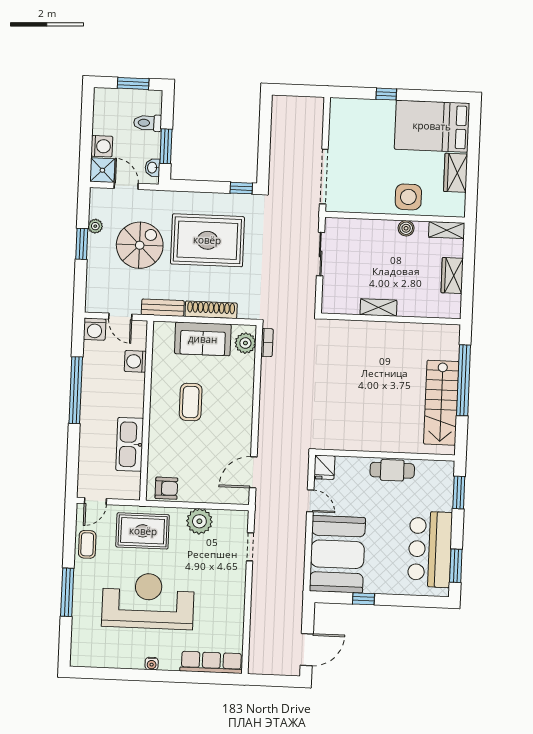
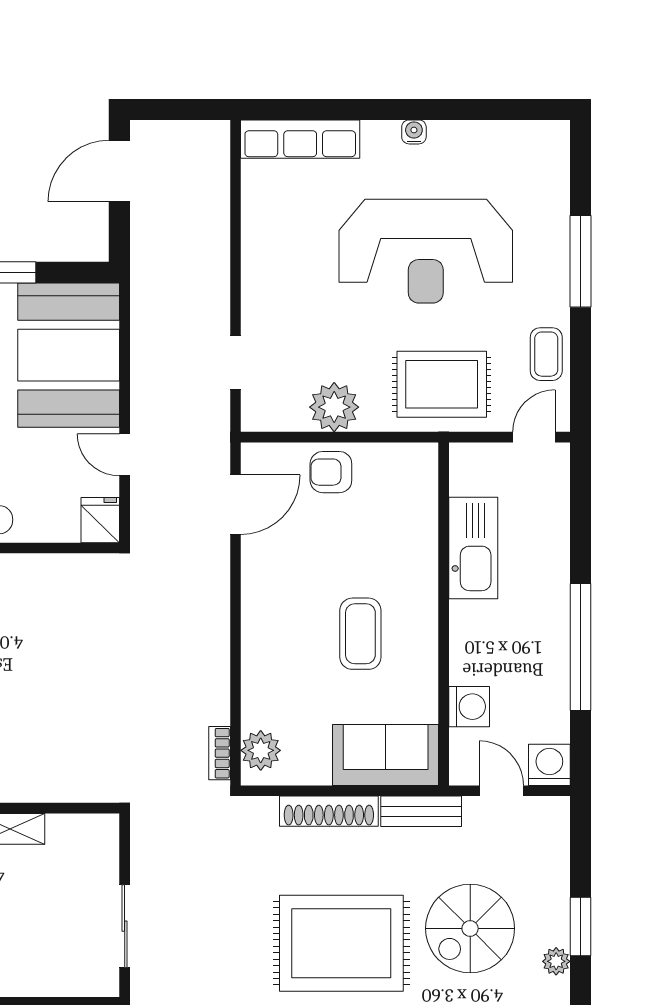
sofa: (203, 339) -> (386, 755), moved
armchair: (166, 488) -> (331, 472), moved

